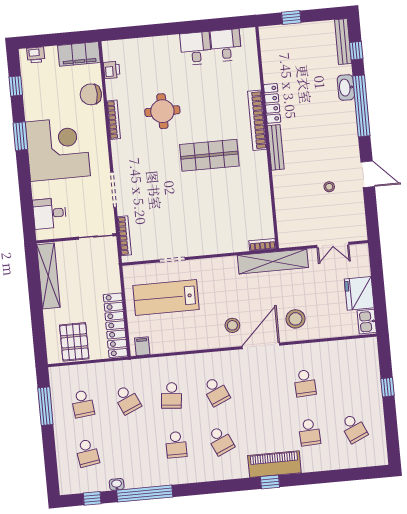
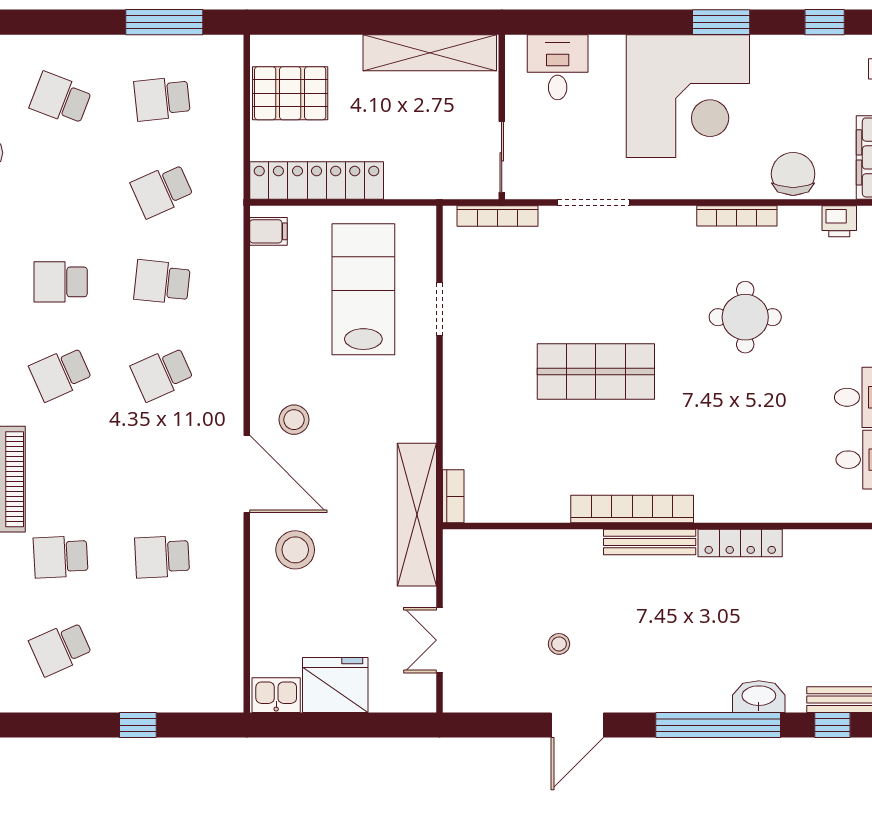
bookcase: (257, 120) -> (632, 509), moved
shop shelf: (209, 155) -> (596, 371), moved, turned 90
school desk: (87, 453) -> (61, 99), turned 30

